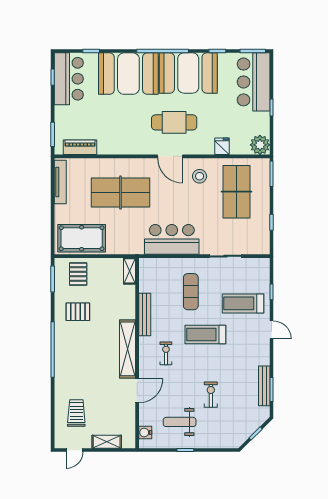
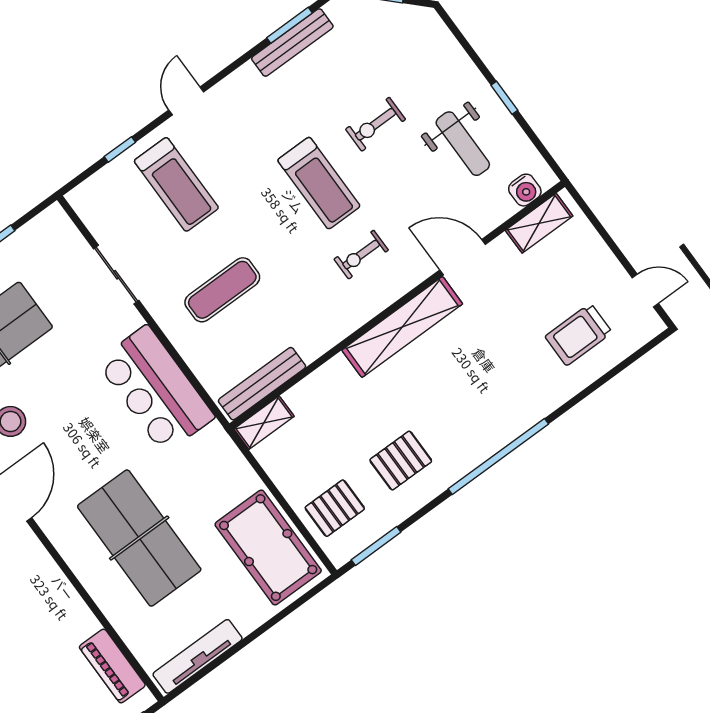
pallet: (78, 312) -> (401, 461), turned 90
bench: (145, 315) -> (262, 384), moved
treadmill: (205, 334) -> (319, 183), moved
shelving: (107, 442) -> (539, 223), moved, turned 90

